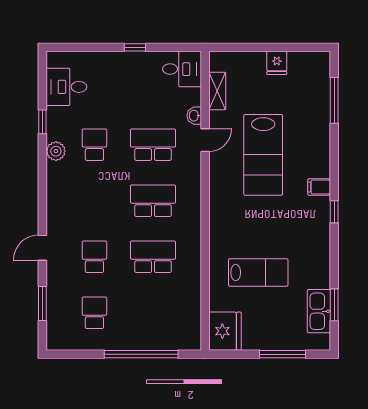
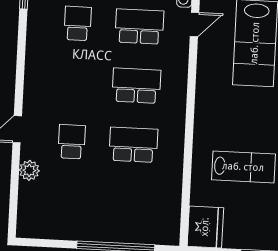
plant: (56, 151) -> (29, 170), moved
window: (42, 303) -> (14, 188), removed
school desk: (94, 313) -> (69, 201), removed

